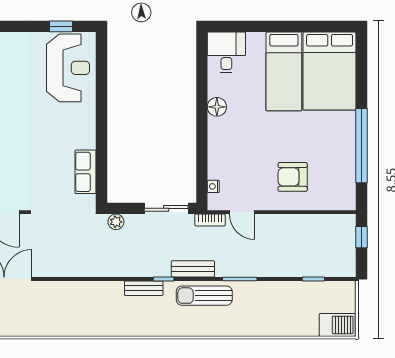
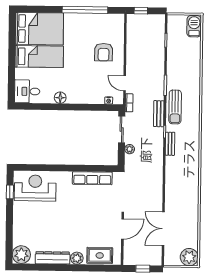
row of seats: (86, 172) -> (92, 178), width x1.48
door: (242, 212) -> (125, 83), swing flipped
plant: (116, 222) -> (130, 149), moved

